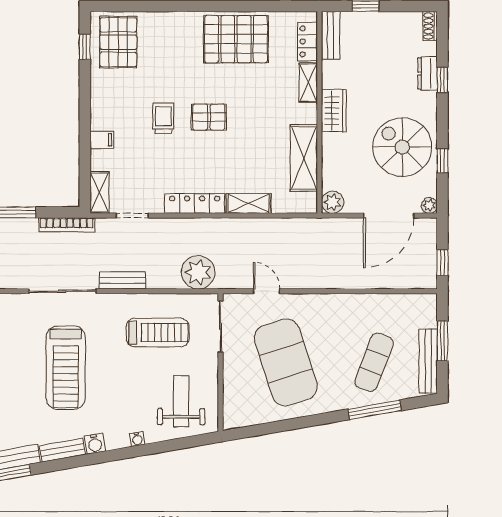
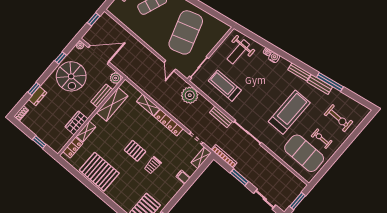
bench: (331, 35) -> (102, 96), moved
wardrobe: (334, 111) -> (76, 123), moved
treadmill: (66, 368) -> (289, 112), moved
water cooler: (95, 444) -> (274, 57), moved

